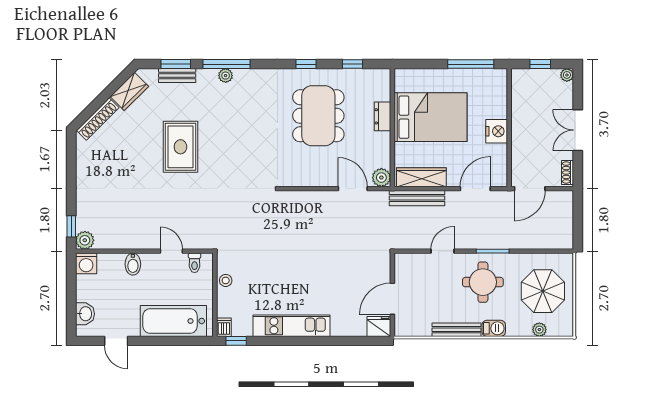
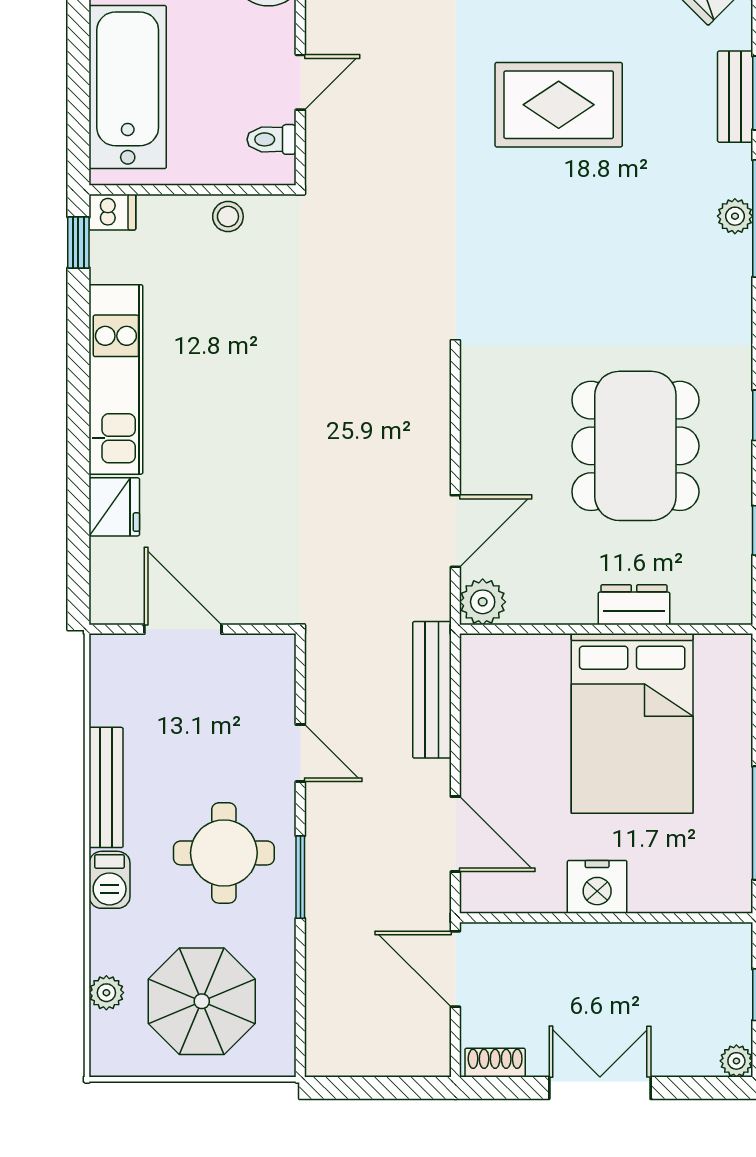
dining table: (318, 116) -> (635, 446), turned 90
wardrobe: (421, 177) -> (483, 701), removed
fridge: (379, 326) -> (114, 507), moved

